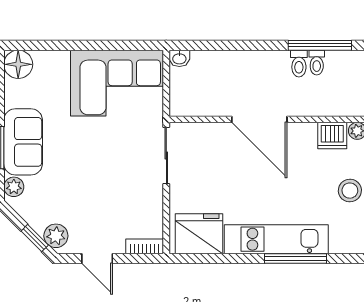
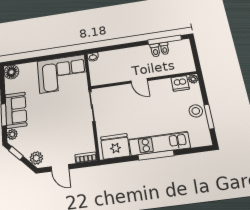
door: (259, 119) -> (139, 81), width x0.53
window: (35, 238) -> (16, 153), moved
window: (295, 258) -> (156, 155), moved

